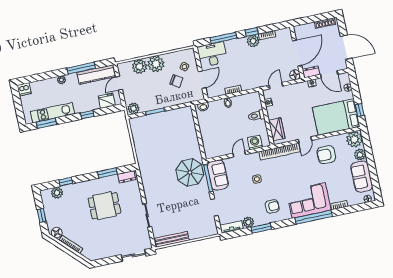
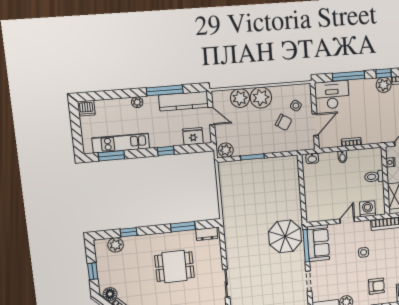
door: (119, 83) -> (211, 116), swing flipped

